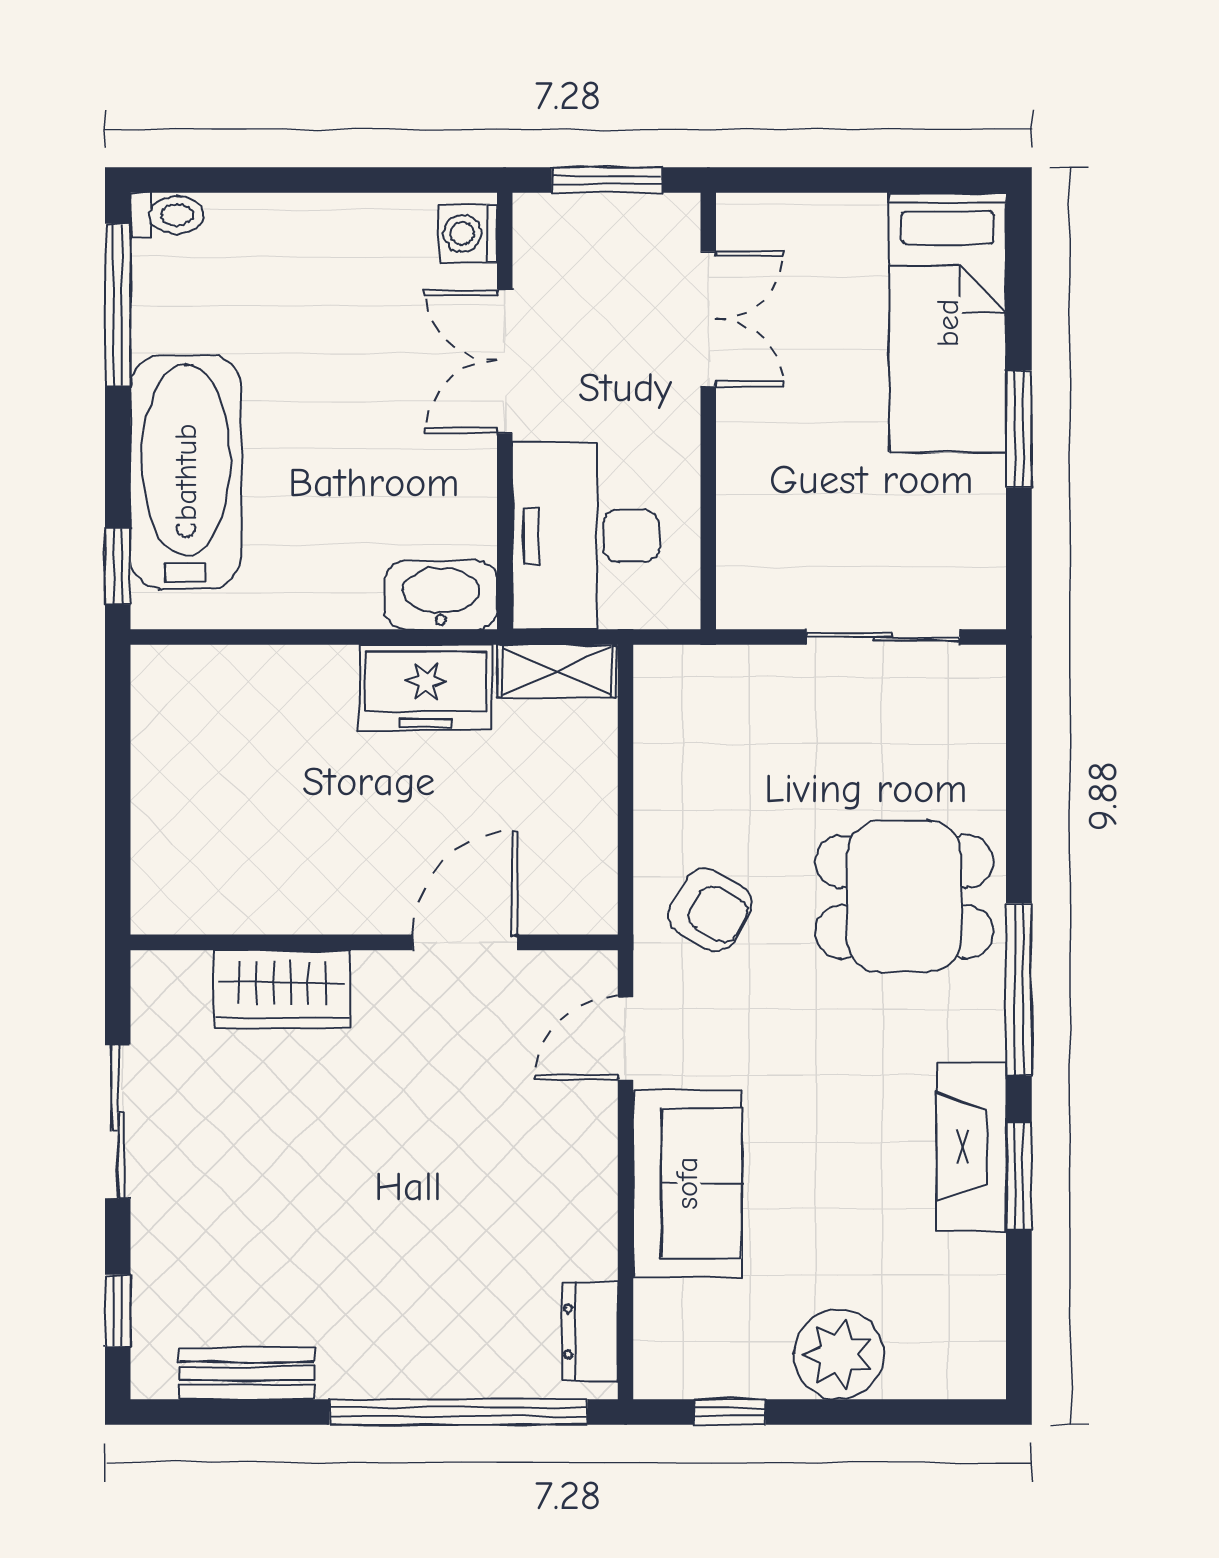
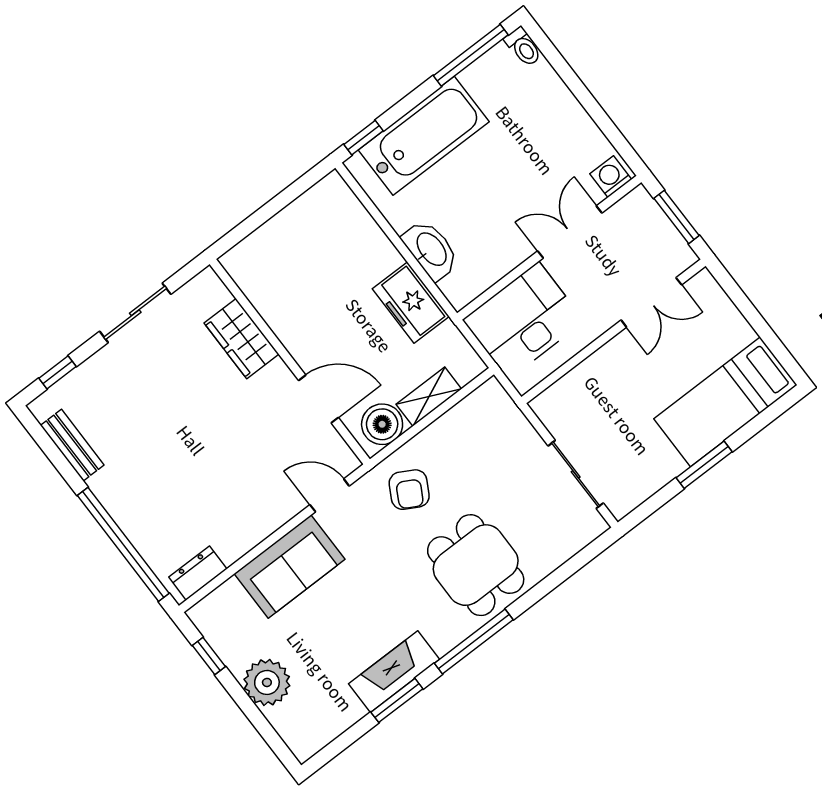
washbasin: (441, 595) -> (431, 250), moved
shelving: (557, 671) -> (429, 397), moved, turned 90
boiler: (579, 874) -> (382, 424), added

